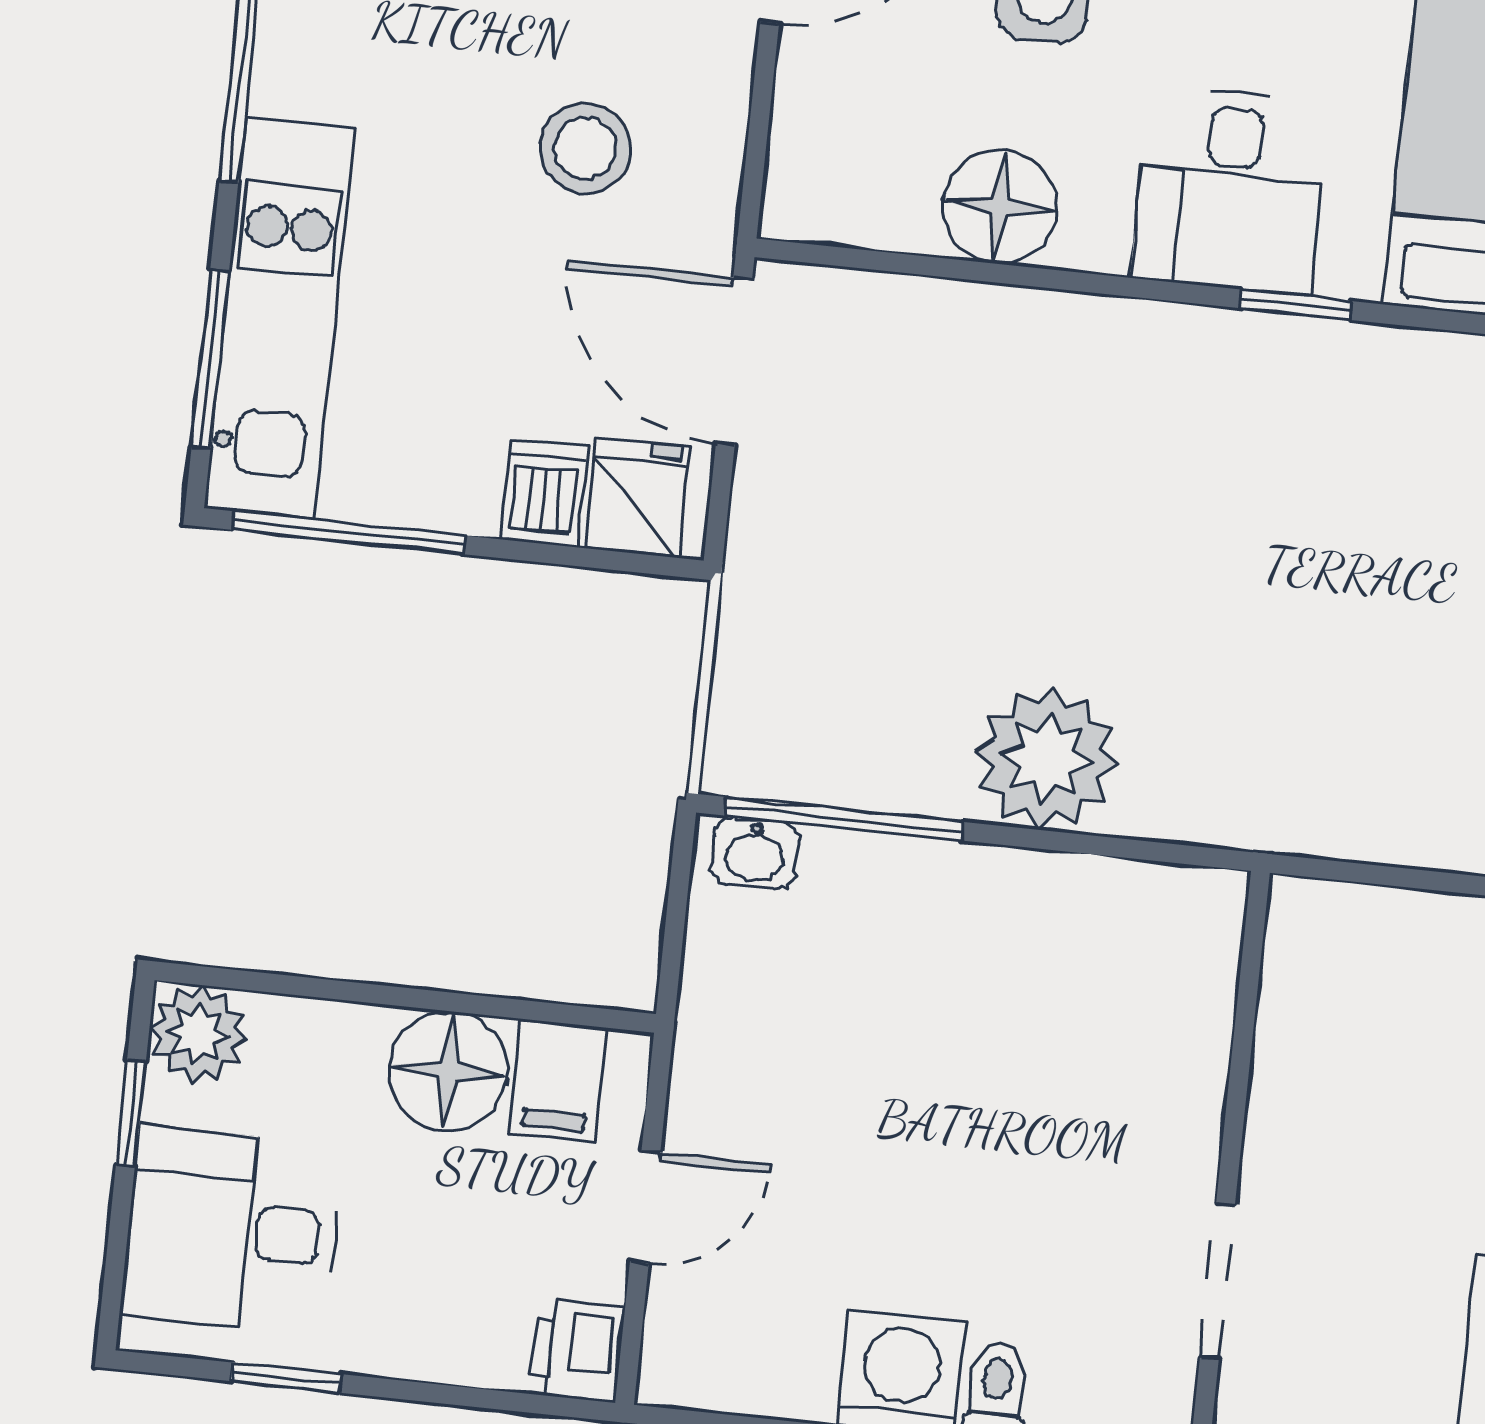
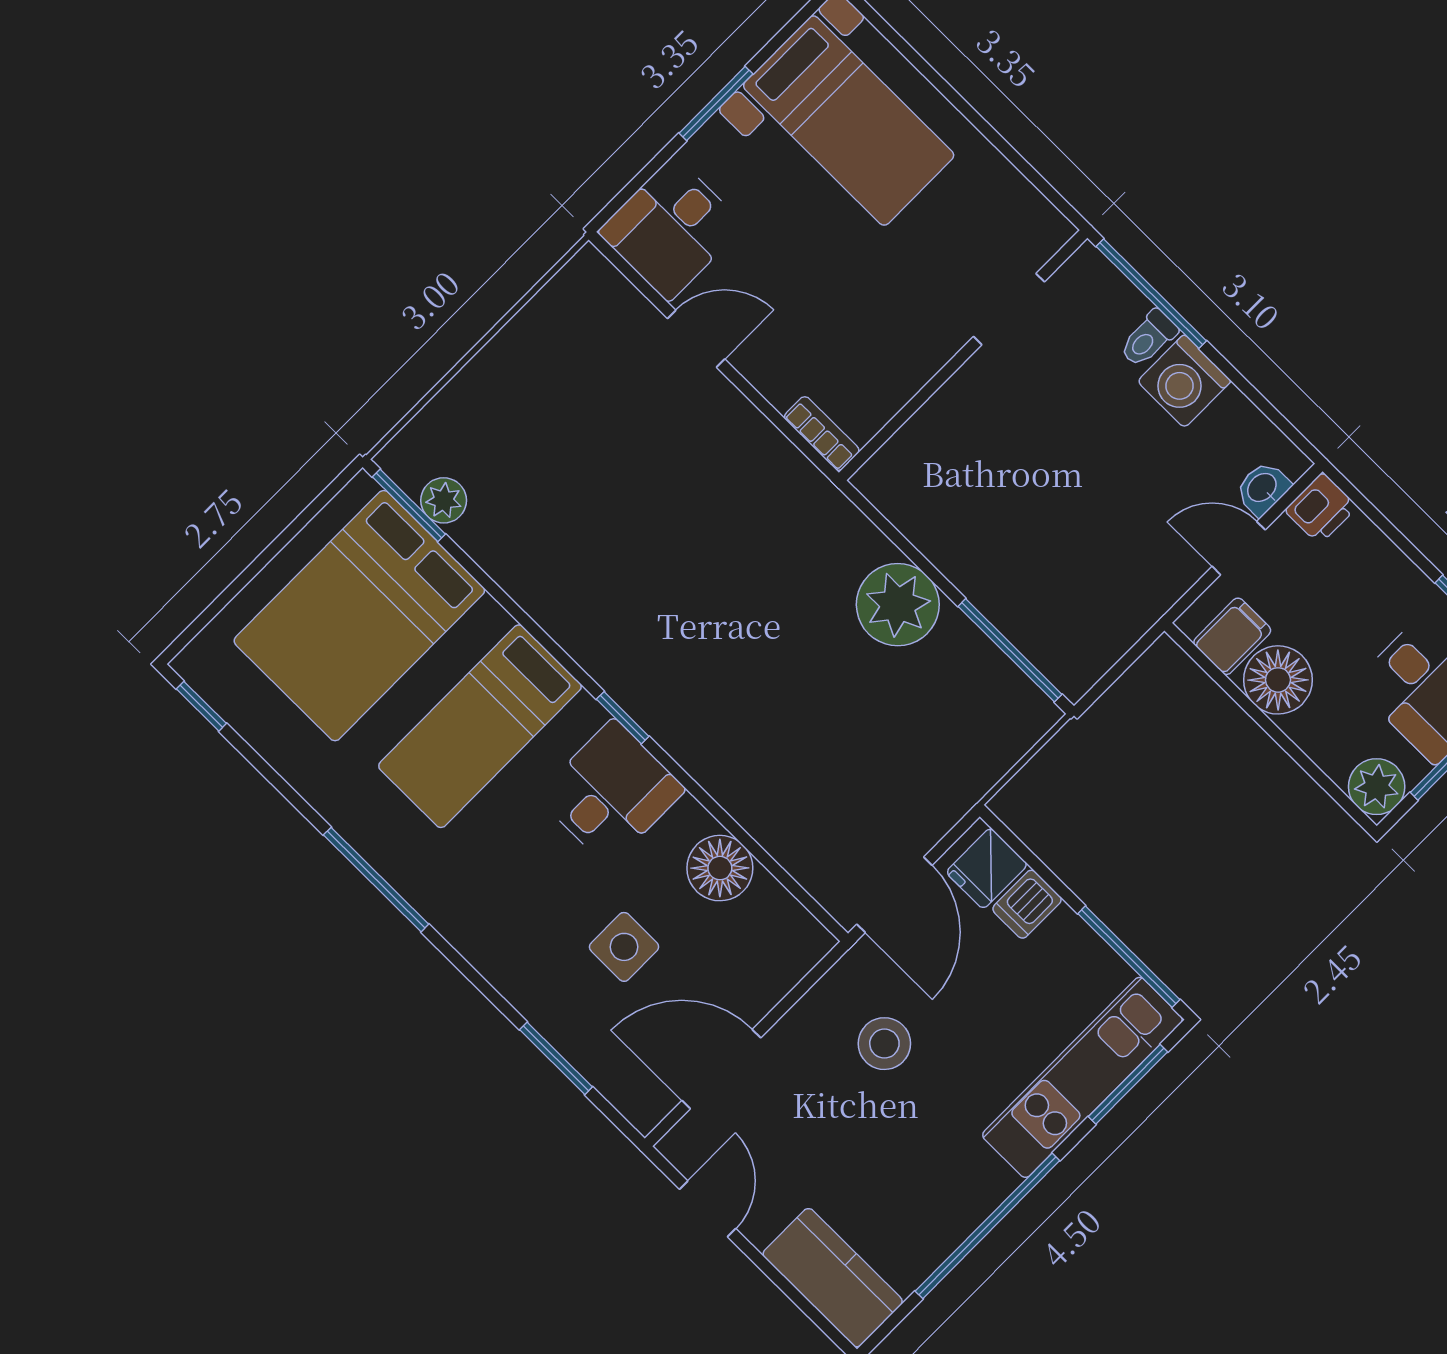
washbasin: (755, 853) -> (1263, 488), moved, turned -90
bookcase: (1336, 908) -> (822, 433), added

